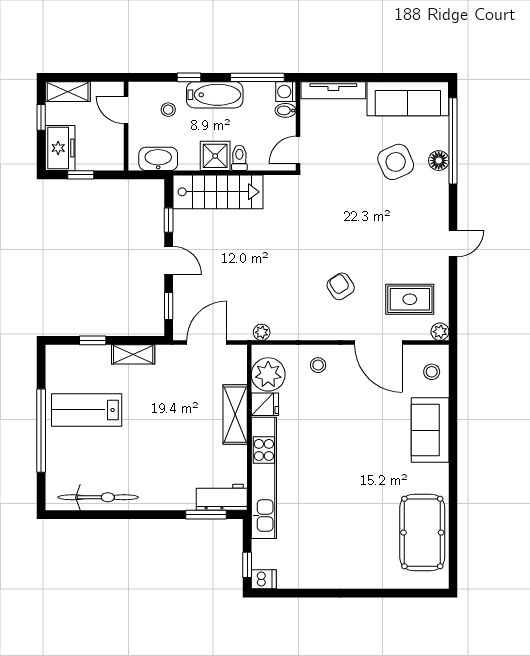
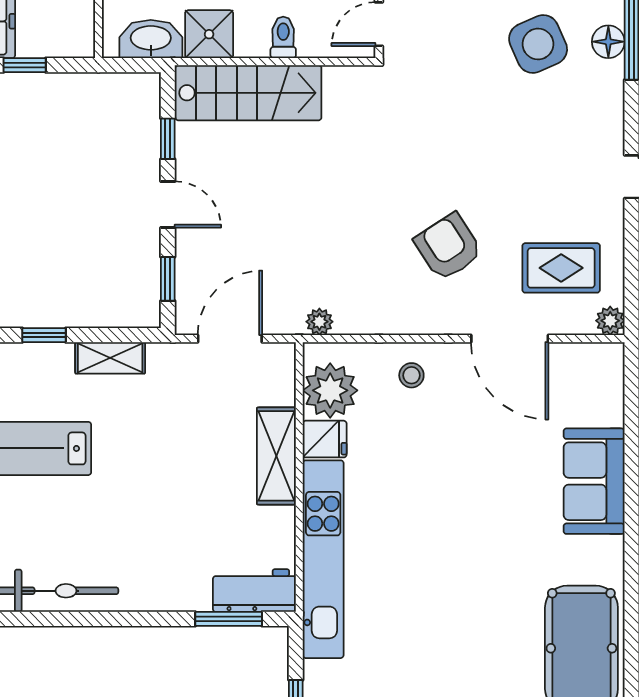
shower: (215, 156) -> (209, 34), moved
armchair: (341, 286) -> (448, 247), width x1.38, depth x1.38
stool: (432, 372) -> (597, 386), removed

